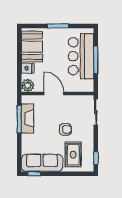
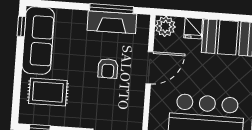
armchair: (65, 129) -> (108, 68), moved

